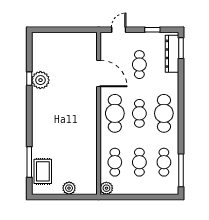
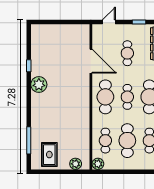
plant: (40, 80) -> (39, 85), moved
cafe table: (139, 162) -> (127, 141), width x1.37, depth x1.35
rug: (43, 171) -> (49, 155), moved
plant: (69, 188) -> (76, 164), moved

